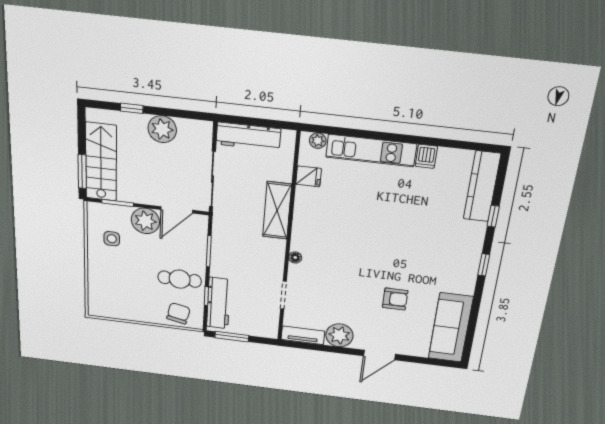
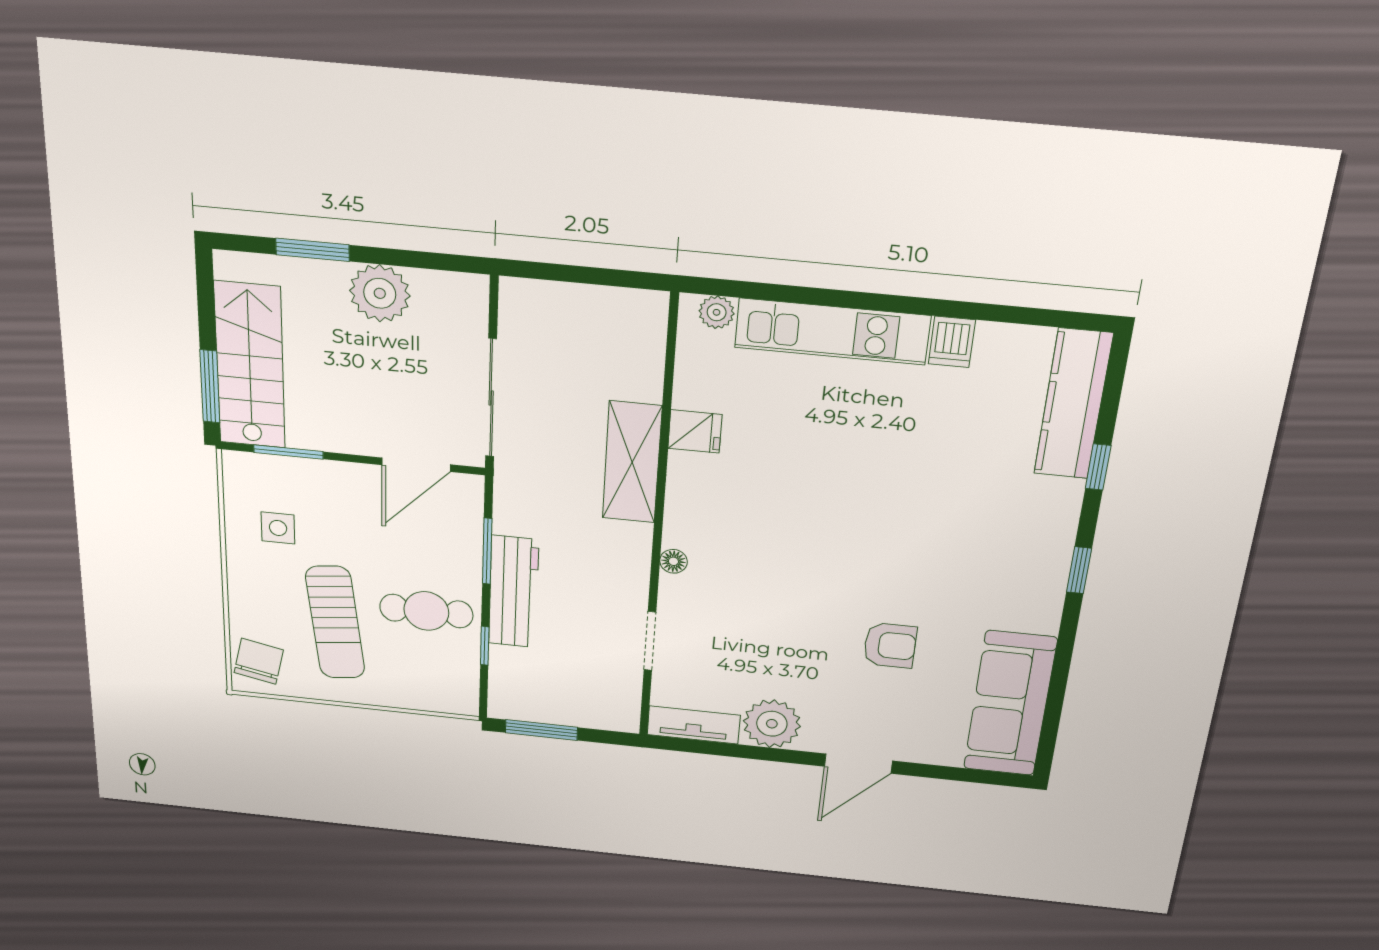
window: (132, 108) -> (313, 250), width x1.50
workbench: (248, 137) -> (566, 306), removed
fridge: (309, 176) -> (695, 431), moved
plant: (145, 221) -> (349, 489), removed
sun lounger: (137, 284) -> (335, 623), added
workbench: (219, 303) -> (514, 592), moved
chair: (178, 313) -> (259, 661), moved

